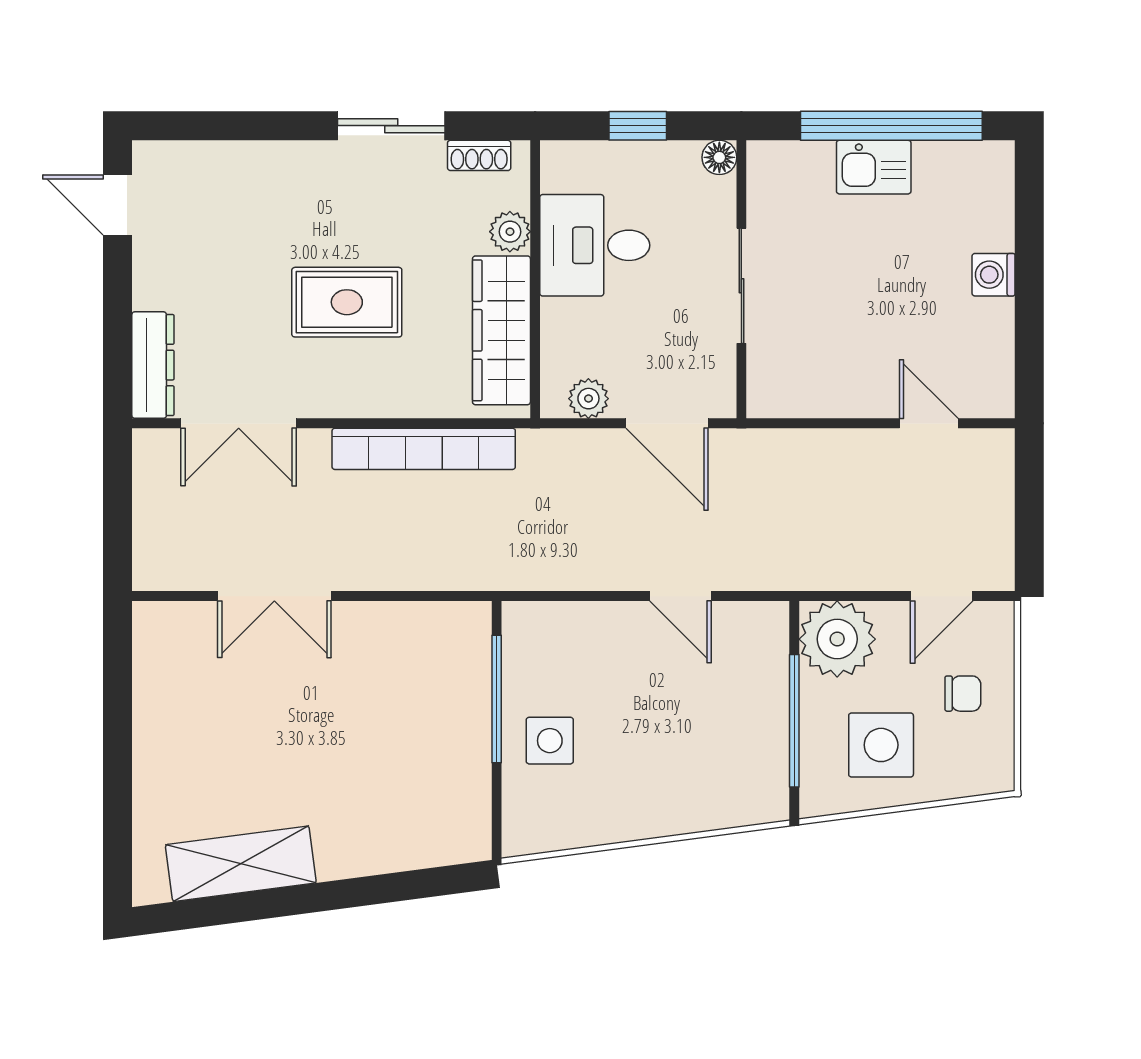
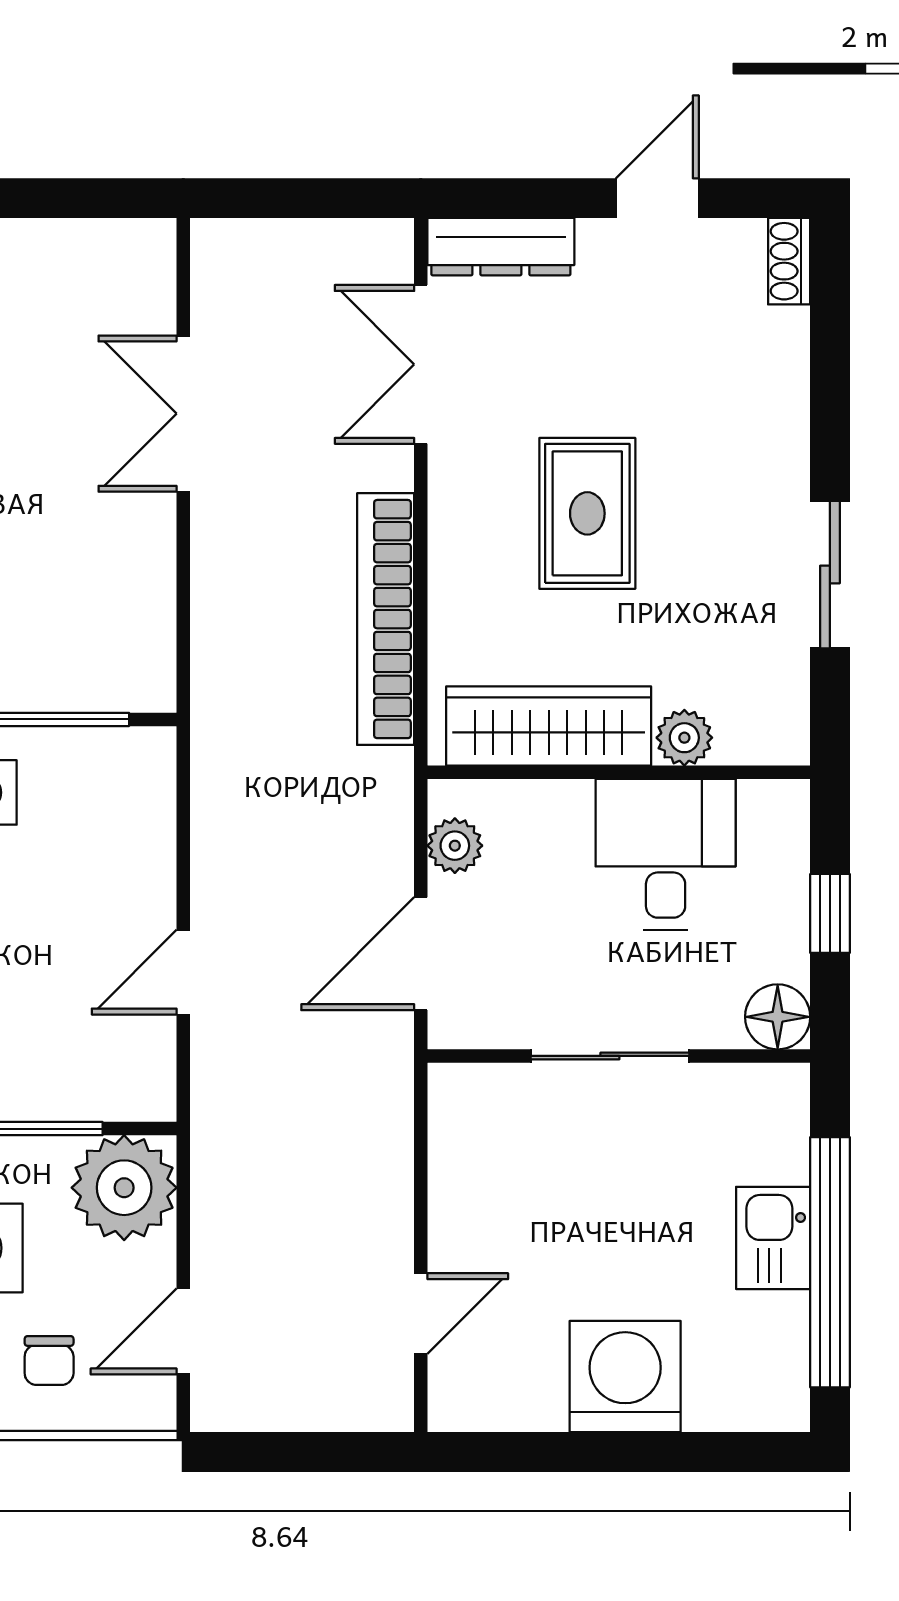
shoe rack: (479, 155) -> (789, 261), moved
floor lamp: (719, 157) -> (778, 1017), width x1.37, depth x1.37
door: (118, 205) -> (657, 198), moved
washing machine: (994, 275) -> (625, 1377), width x1.89, depth x1.89
door: (942, 596) -> (183, 1331), hinge flipped

